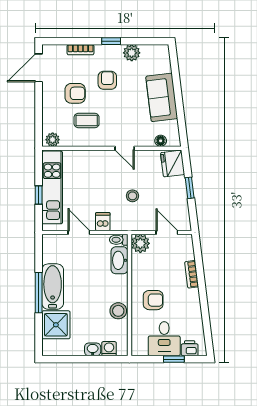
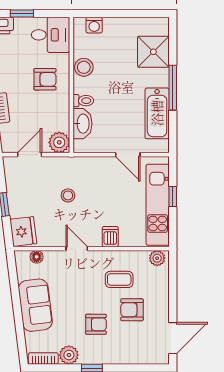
bookcase: (80, 50) -> (43, 359), moved
armchair: (107, 80) -> (96, 324), turned -90
dishwasher: (103, 222) -> (110, 237), moved, turned 180
door: (167, 232) -> (30, 155), swing flipped
toilet: (119, 240) -> (83, 101), moved
bathtub: (53, 287) -> (157, 113), moved
armchair: (153, 300) -> (45, 79), turned 180
desk: (164, 339) -> (51, 35), moved, turned 90
washbasin: (93, 349) -> (112, 24), removed

